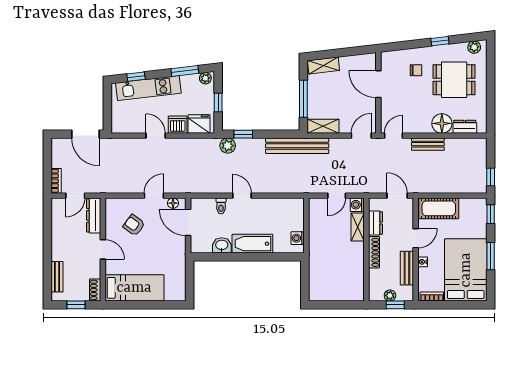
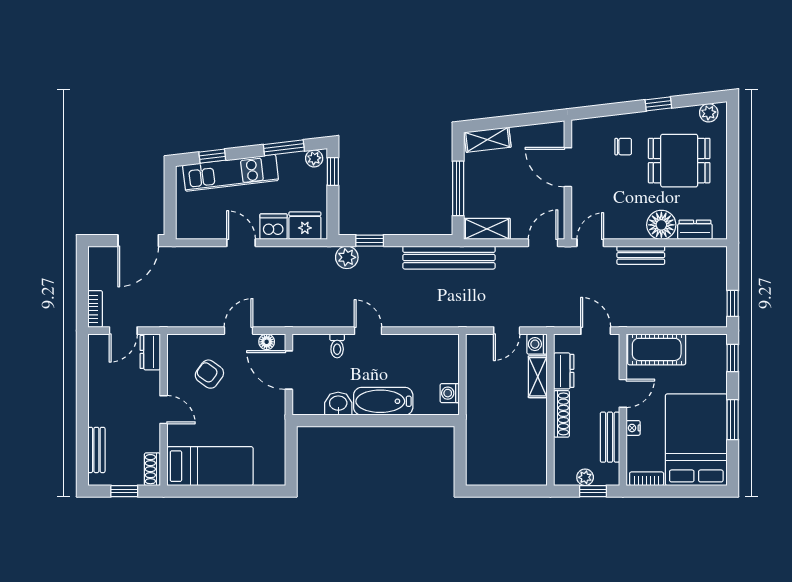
window: (218, 102) -> (333, 172), moved
door: (85, 134) -> (138, 241), hinge flipped
dresser: (94, 215) -> (150, 352), width x0.70

